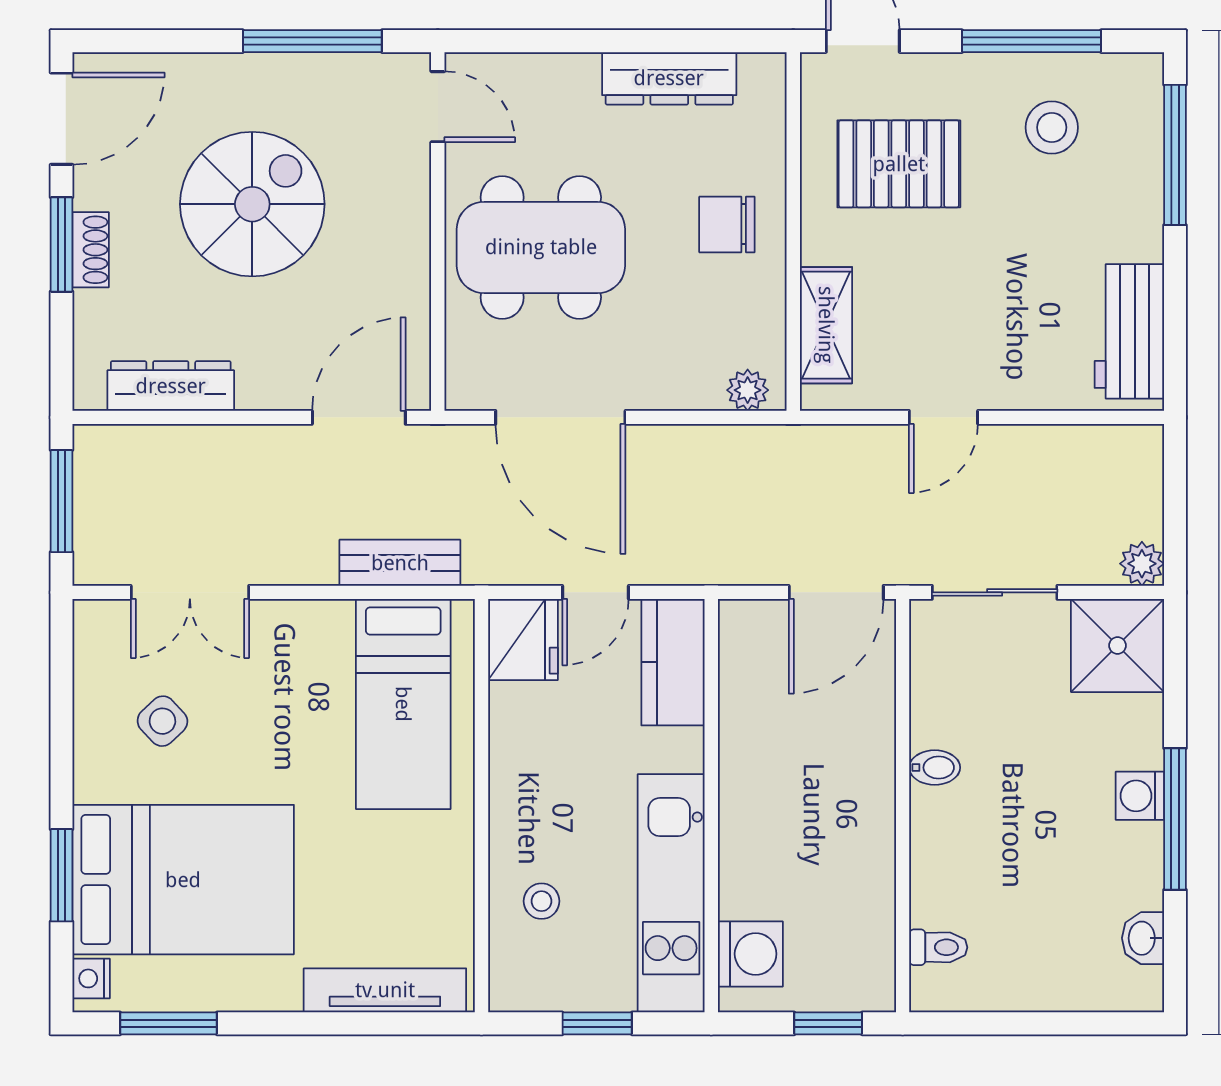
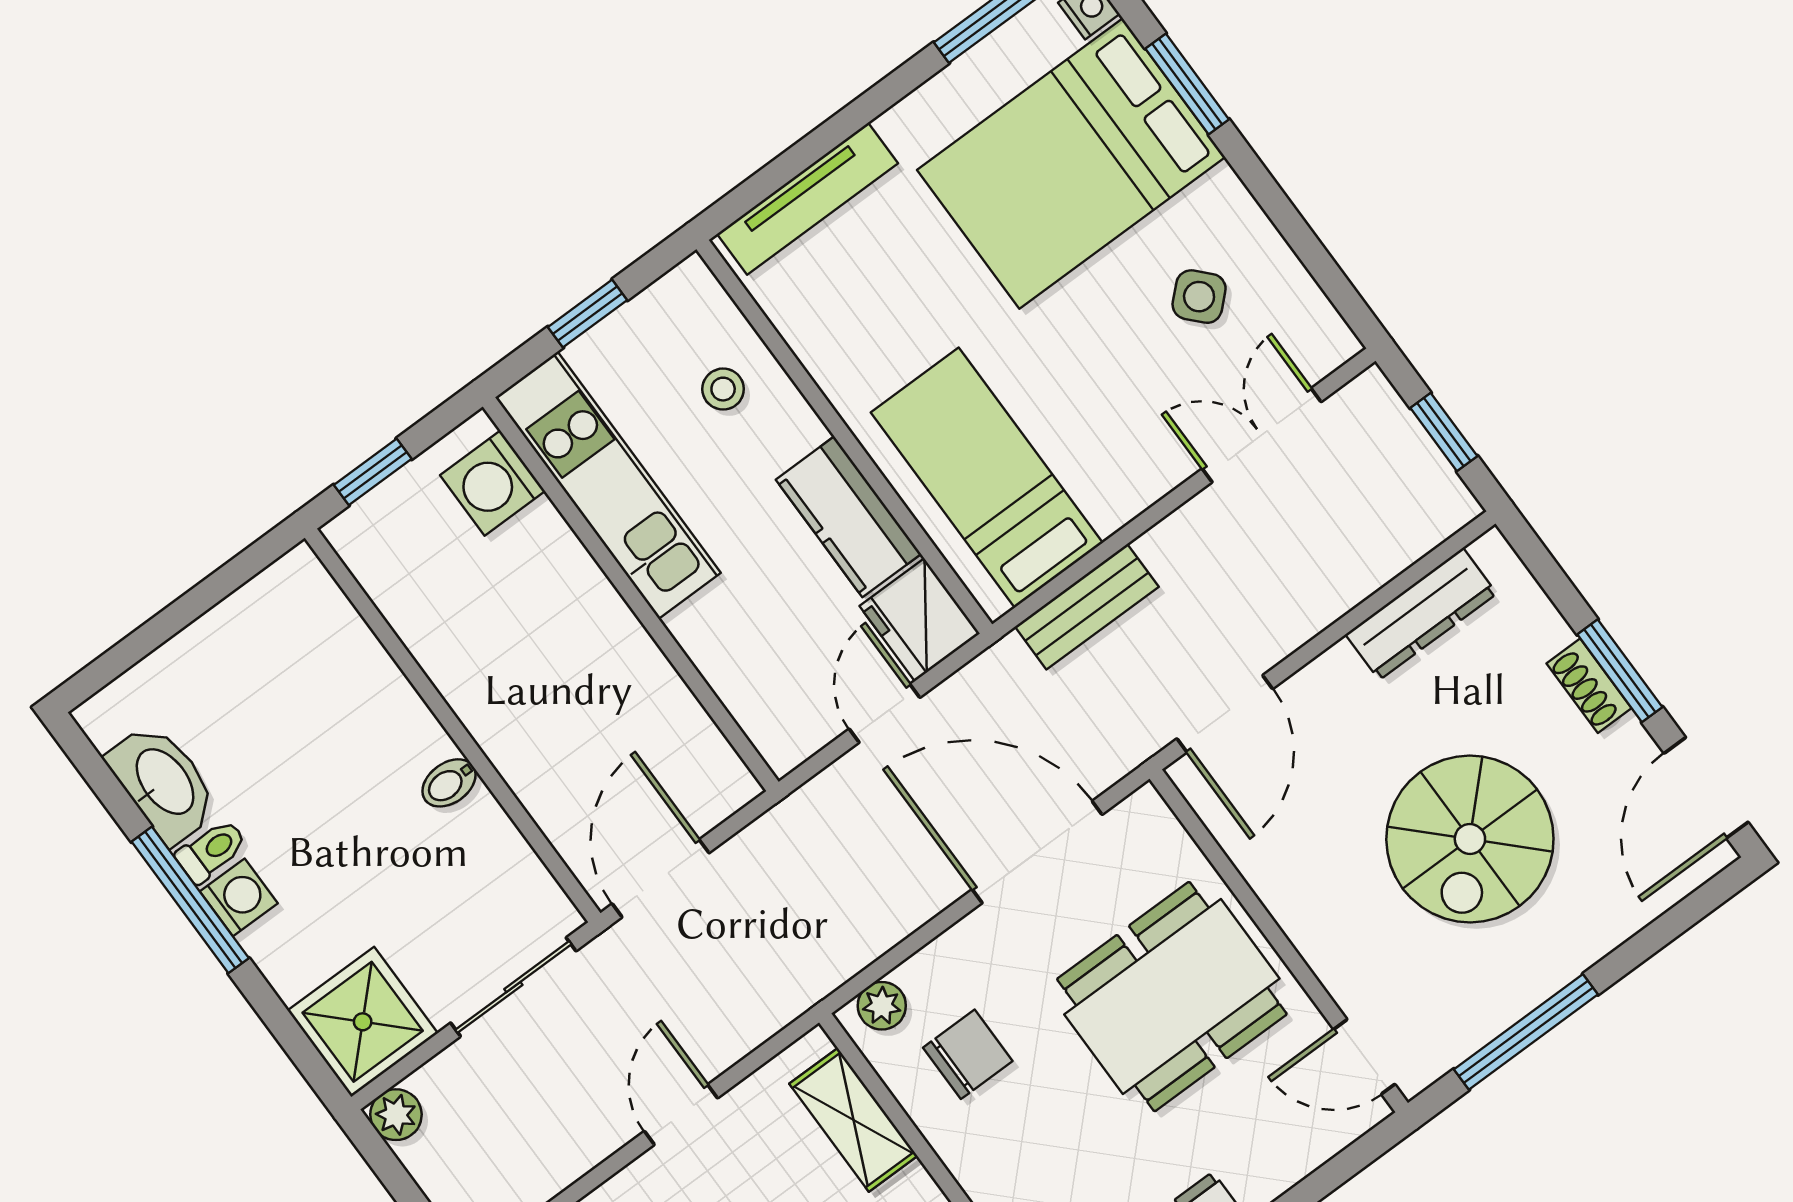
chair: (727, 224) -> (968, 1054), moved
window: (61, 501) -> (1444, 432), width x0.67
kitchen counter: (673, 662) -> (848, 517), moved, turned 180
washbasin: (1143, 938) -> (163, 783), width x1.91, depth x1.45
toilet: (938, 947) -> (211, 851), moved, turned 180

